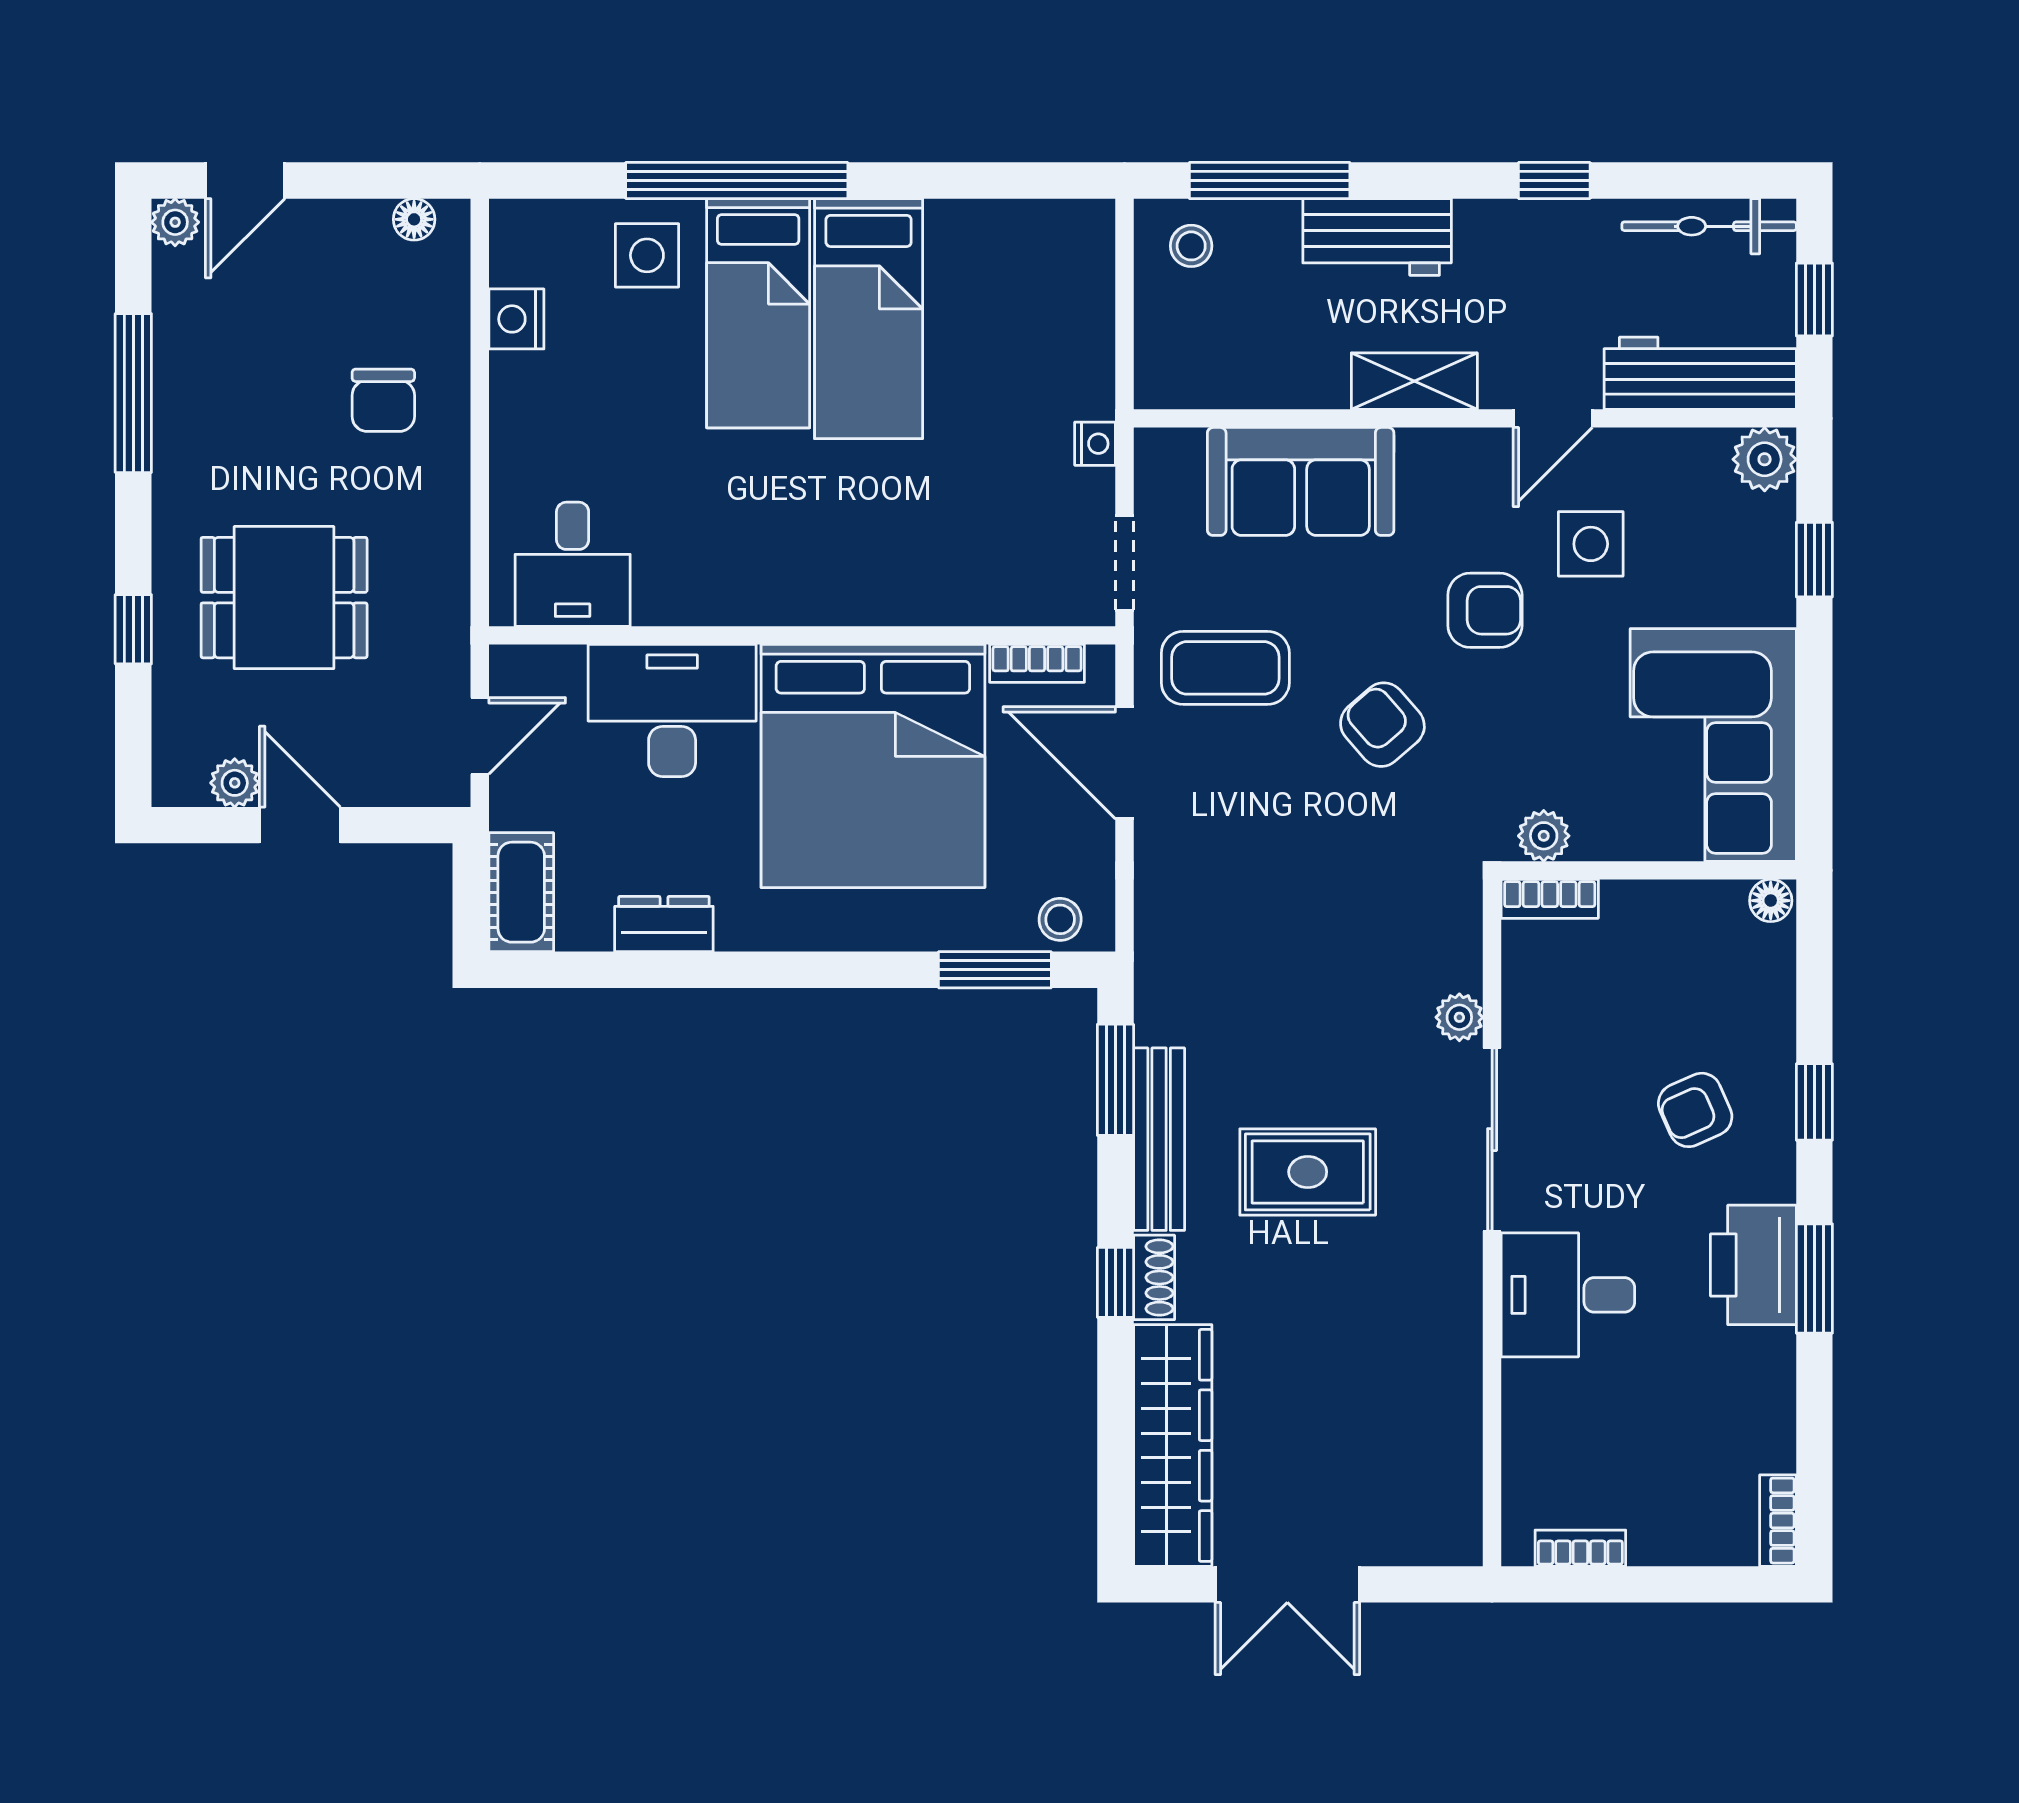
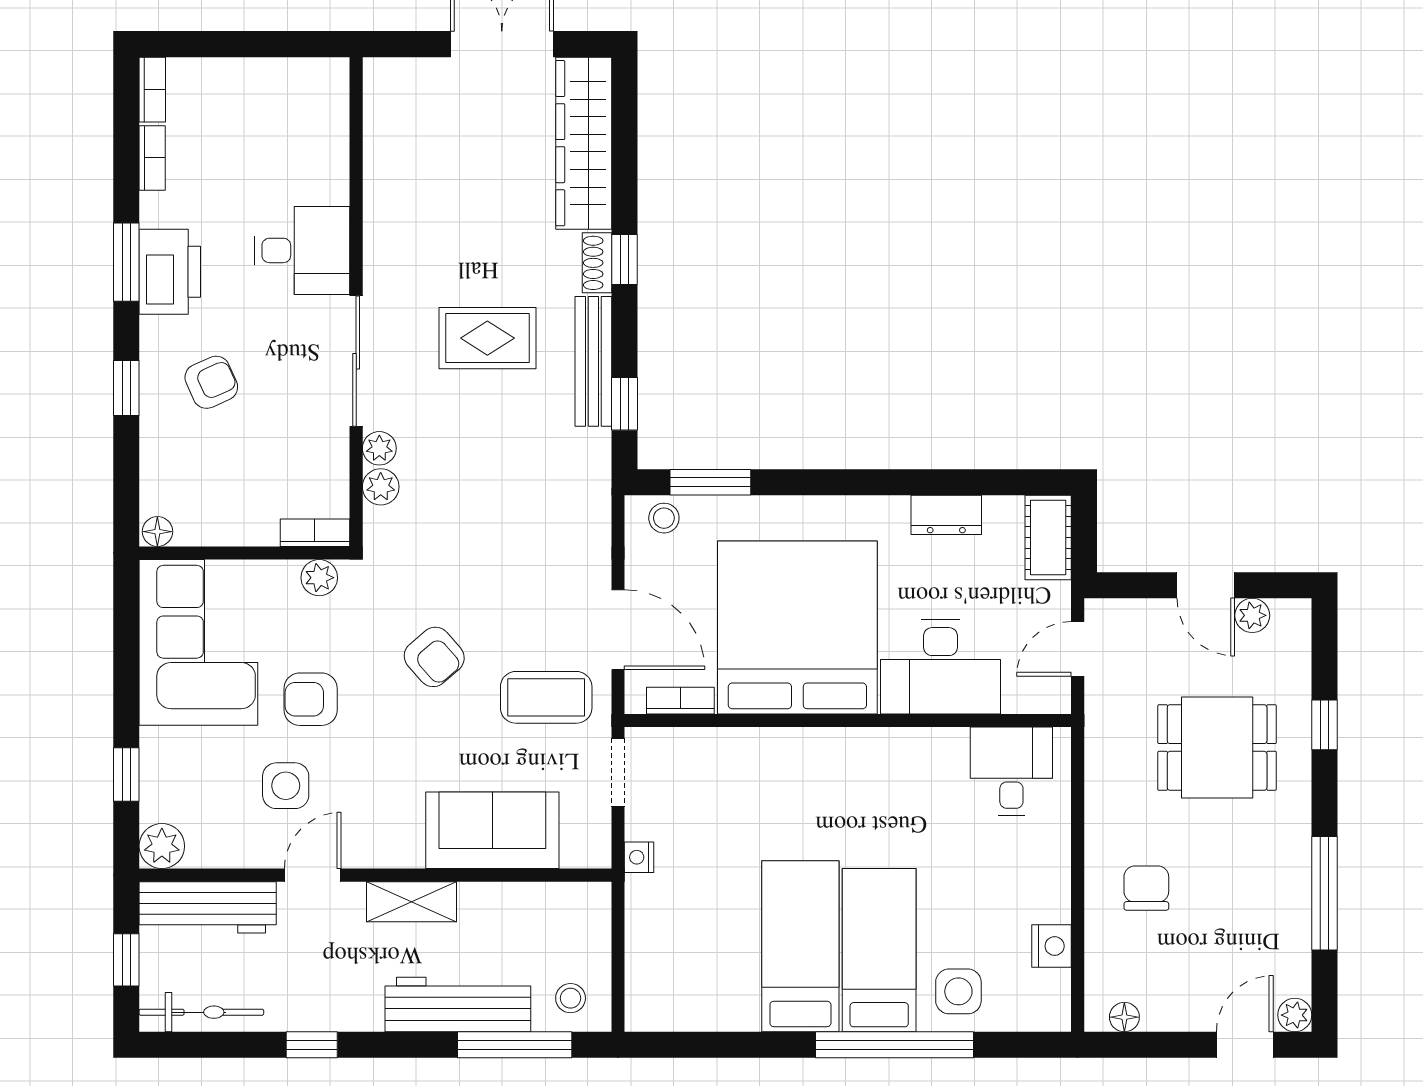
workbench: (1377, 237) -> (458, 1005), width x1.37
armchair: (1485, 610) -> (311, 699), moved
plant: (1457, 963) -> (381, 487), added
window: (1115, 1080) -> (624, 404), width x0.67
bookcase: (1580, 1548) -> (152, 158), moved, turned -90

